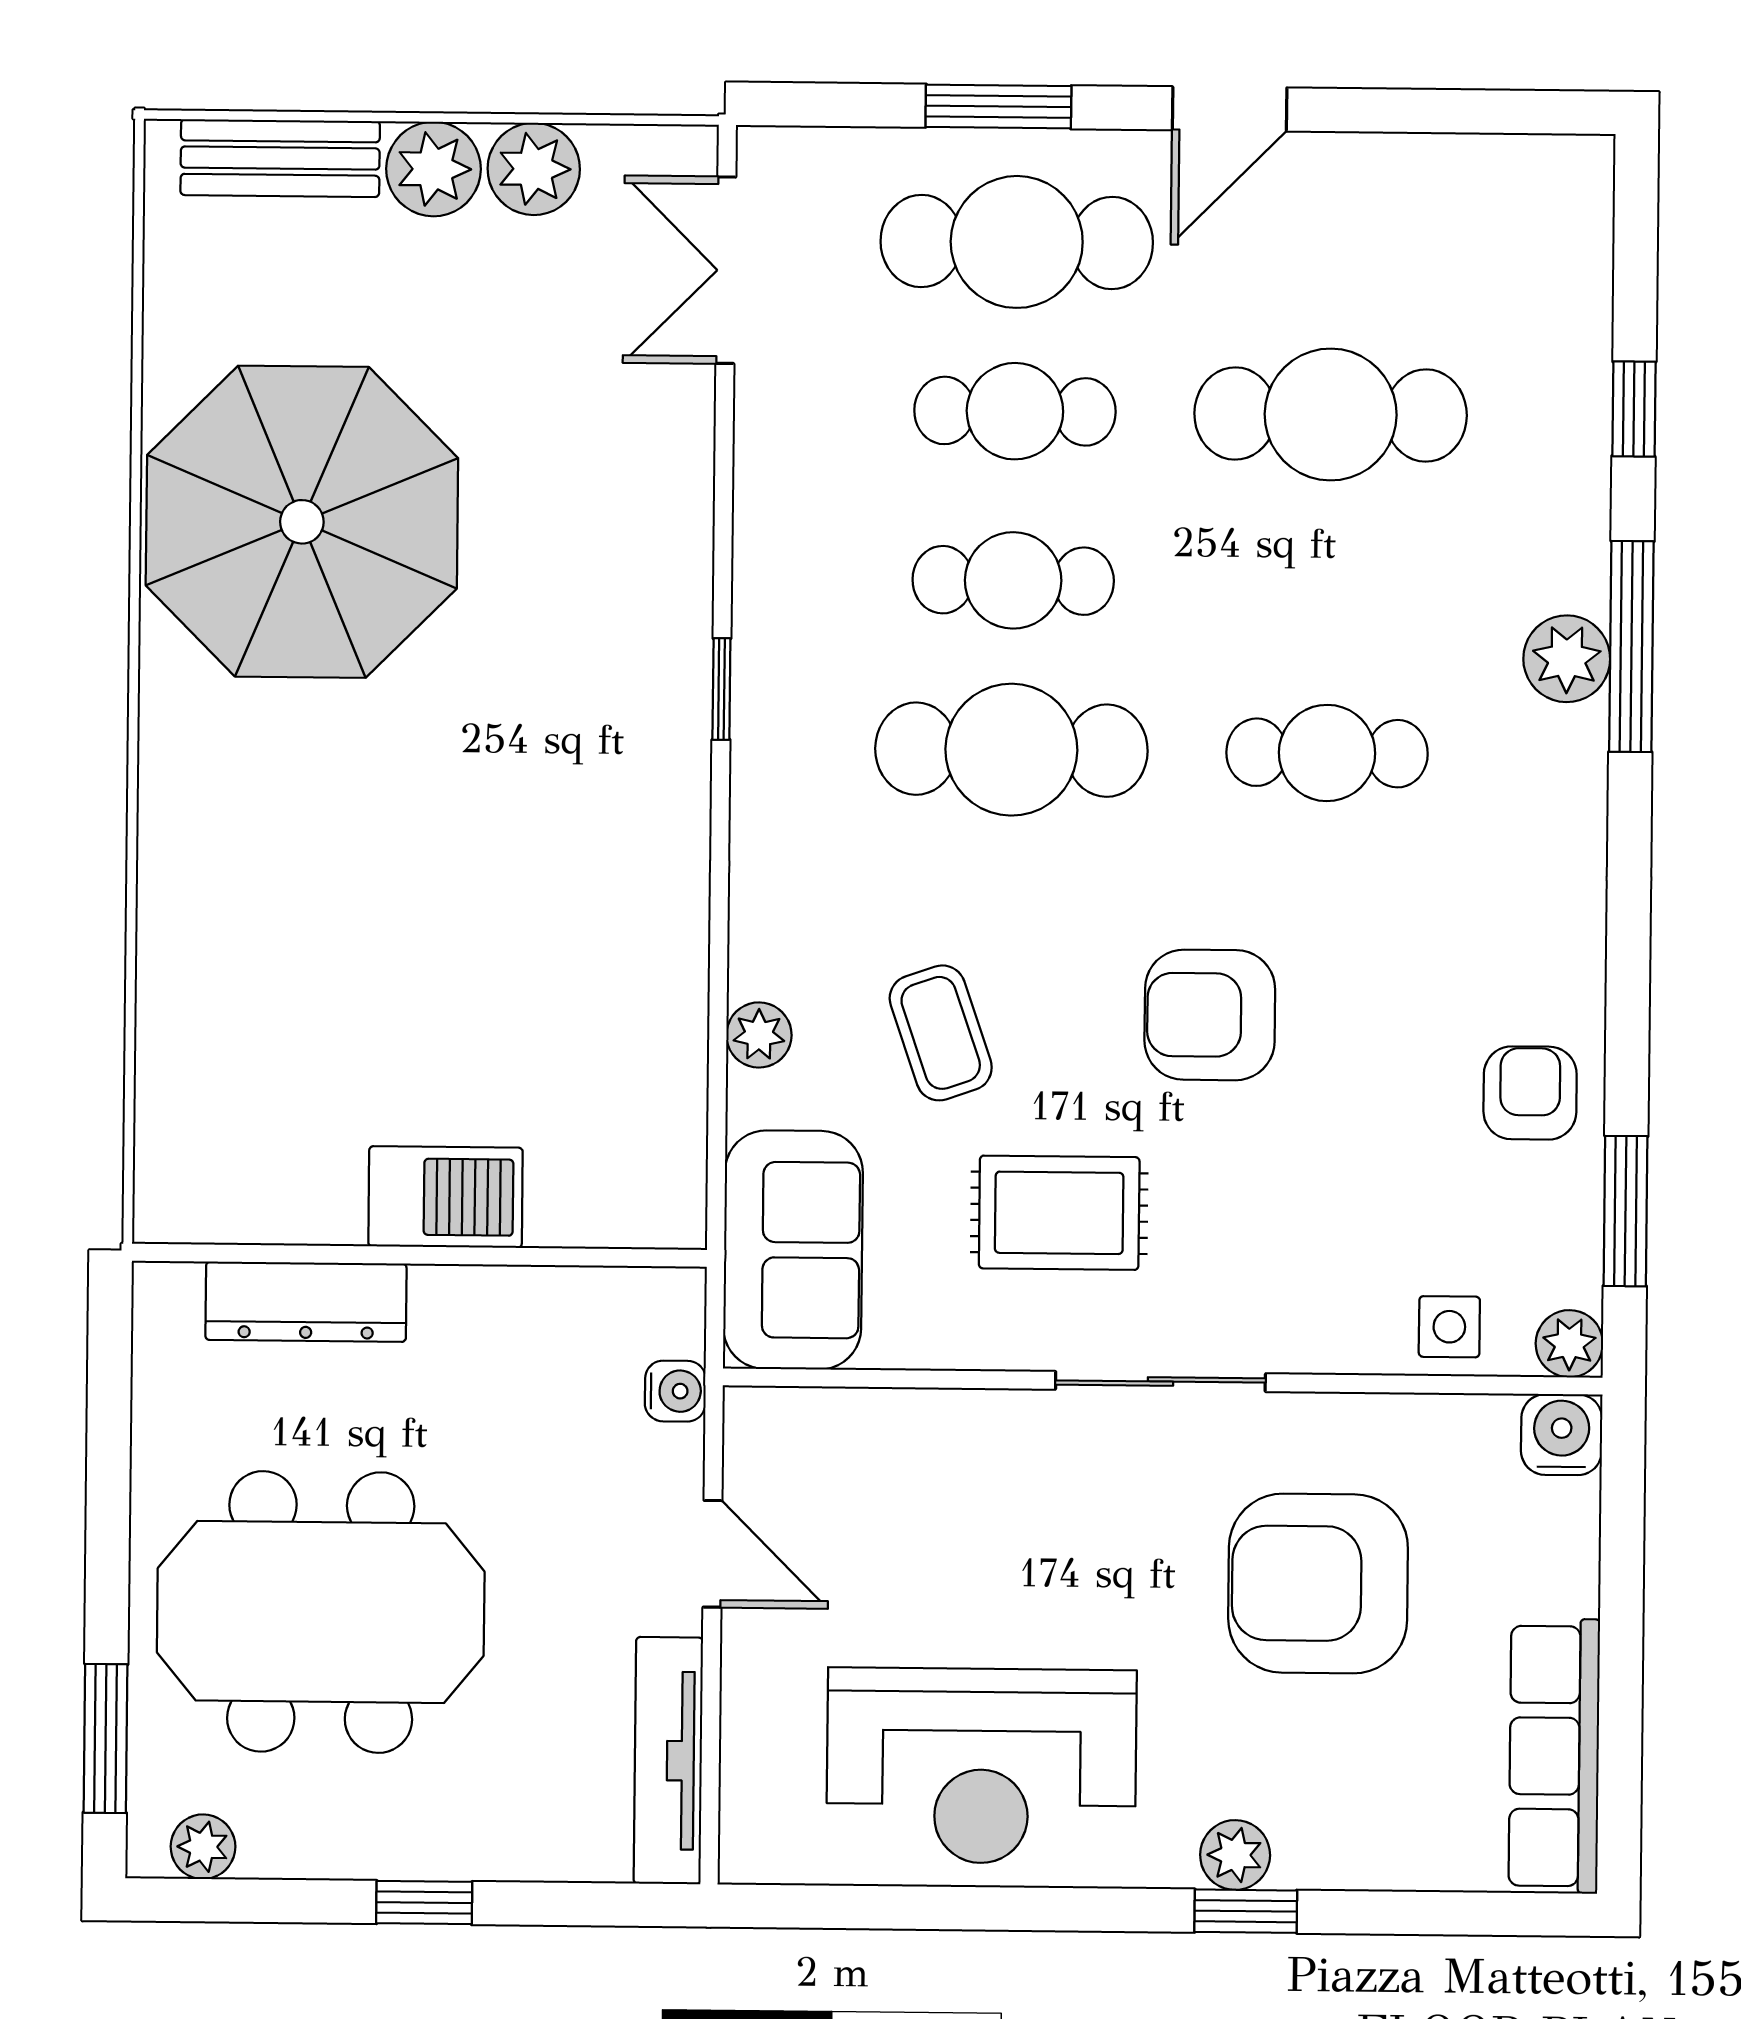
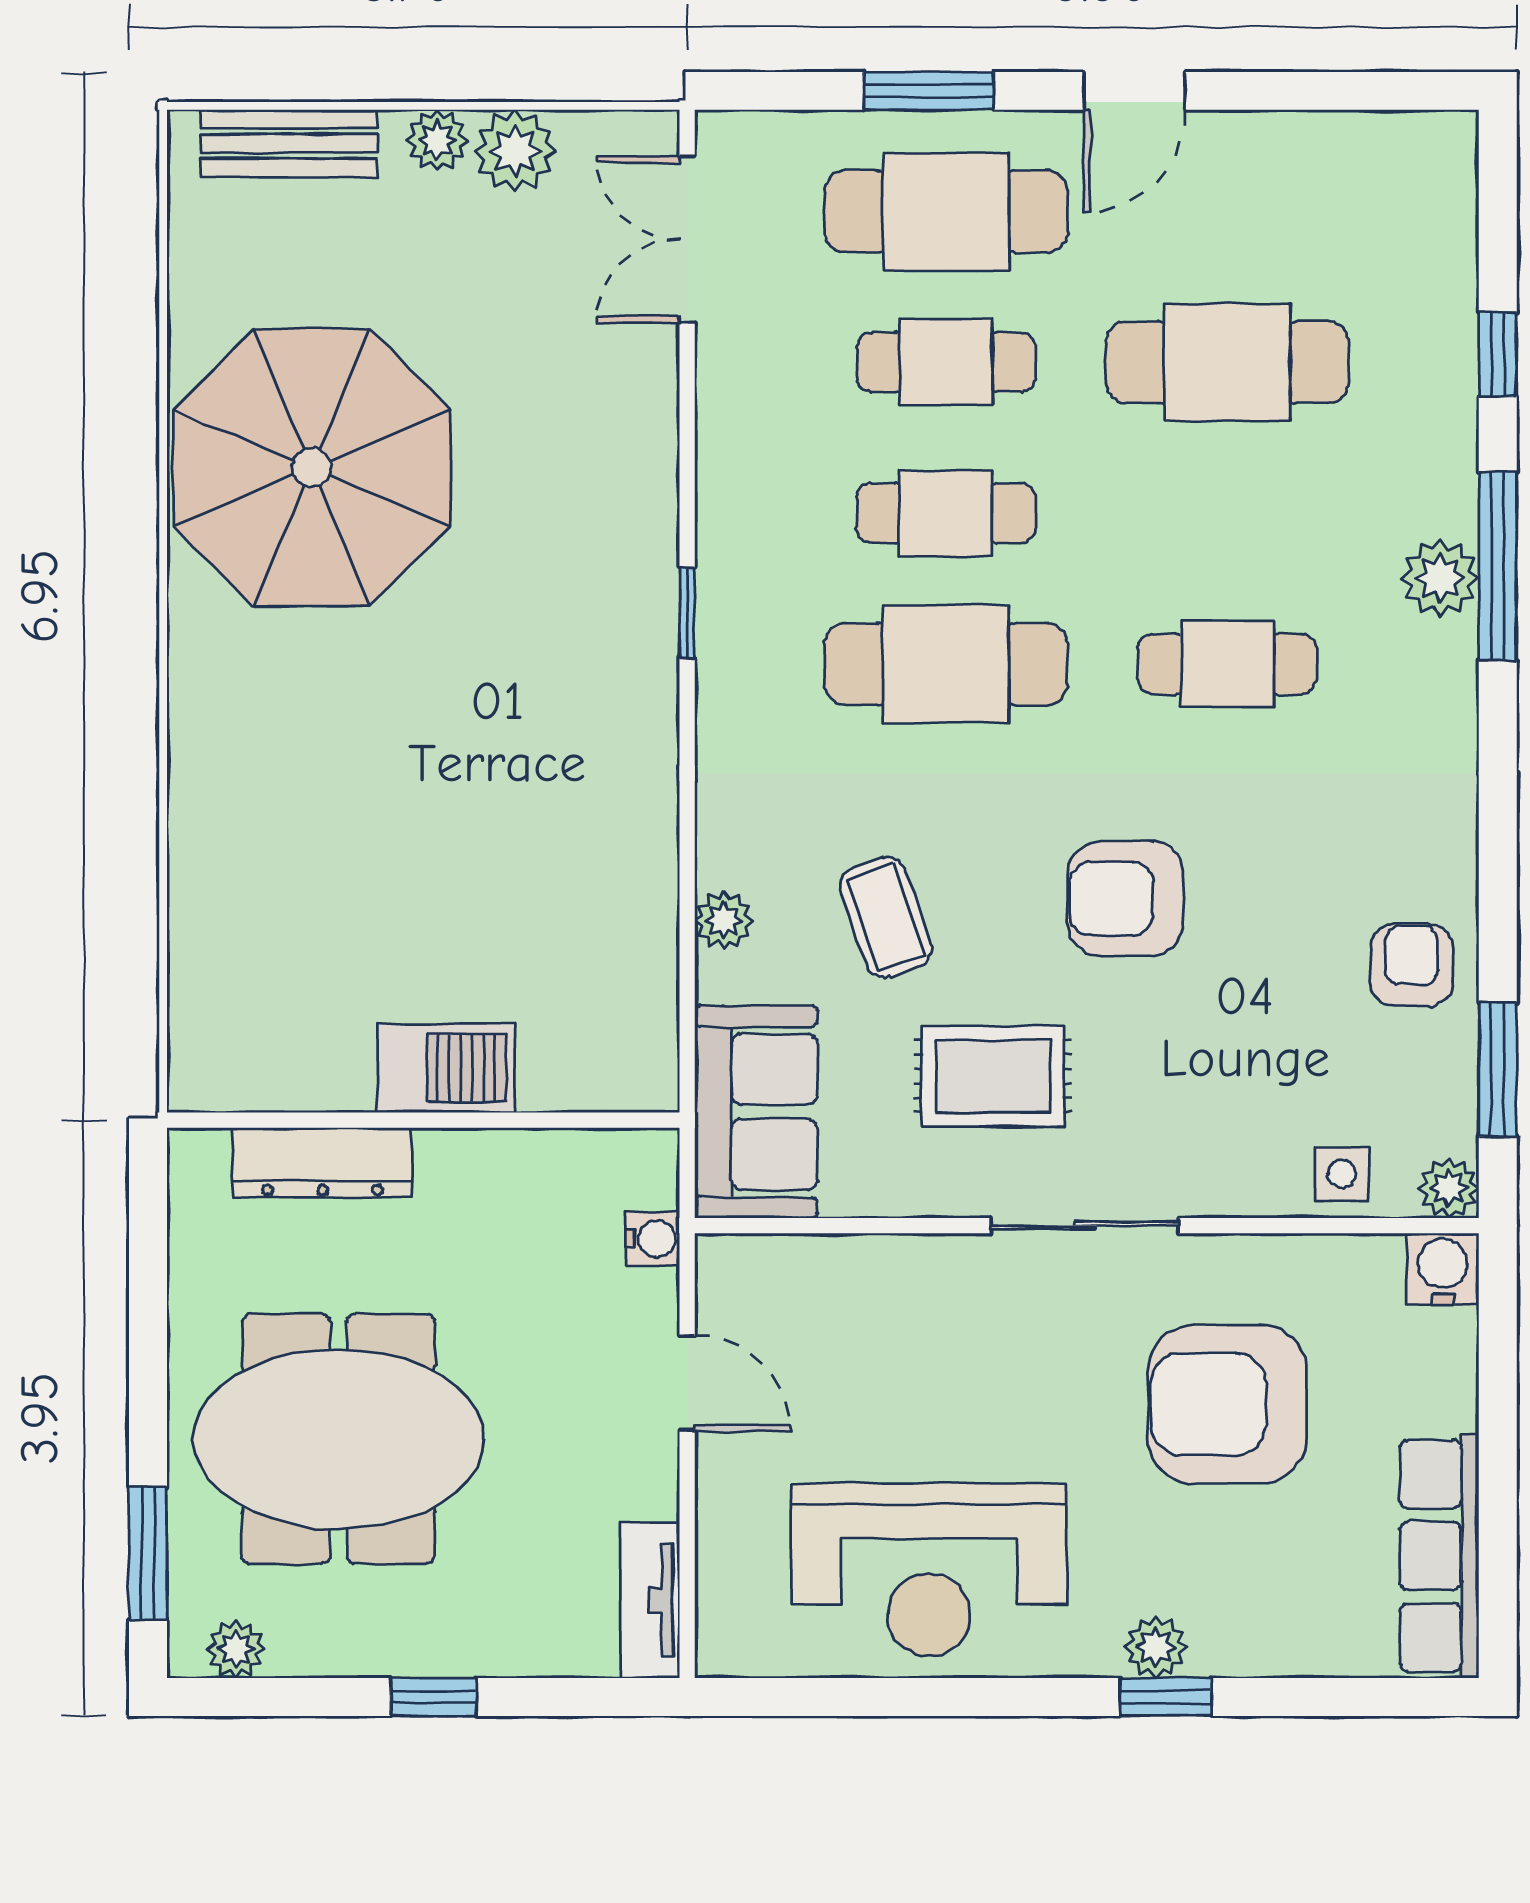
plant: (434, 169) -> (437, 140), width x0.73, depth x0.73
tv unit: (668, 1761) -> (650, 1600), width x0.71

